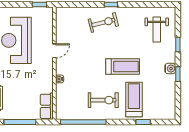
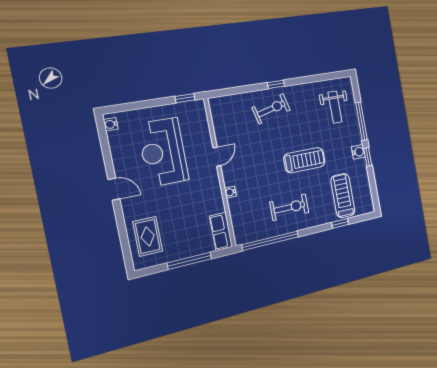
window: (178, 44) -> (361, 121), width x2.17
treadmill: (134, 100) -> (343, 196), moved

